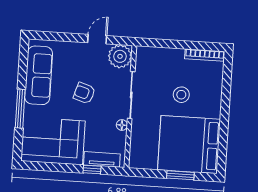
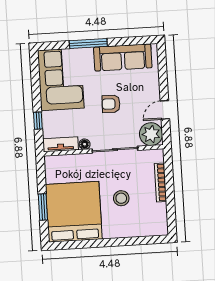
door: (97, 39) -> (165, 110), swing flipped
bookcase: (205, 55) -> (160, 182), moved
armchair: (84, 93) -> (111, 104), turned -106
tv unit: (102, 159) -> (61, 144), moved, turned -90

